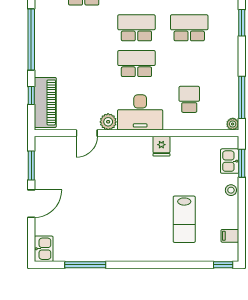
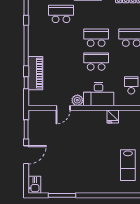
piano: (45, 102) -> (35, 73), moved

